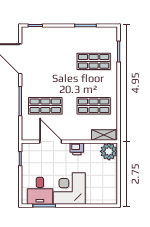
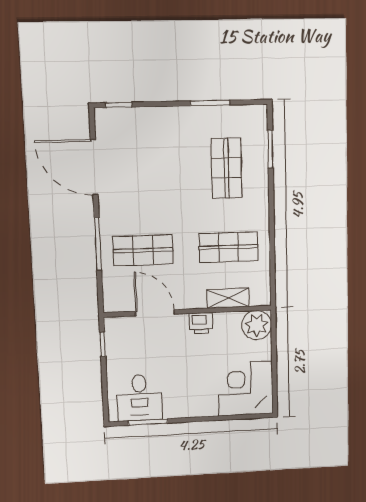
shop shelf: (94, 61) -> (226, 168), turned 90
shelving: (104, 135) -> (228, 298), moved
corner desk: (69, 189) -> (246, 388), moved

